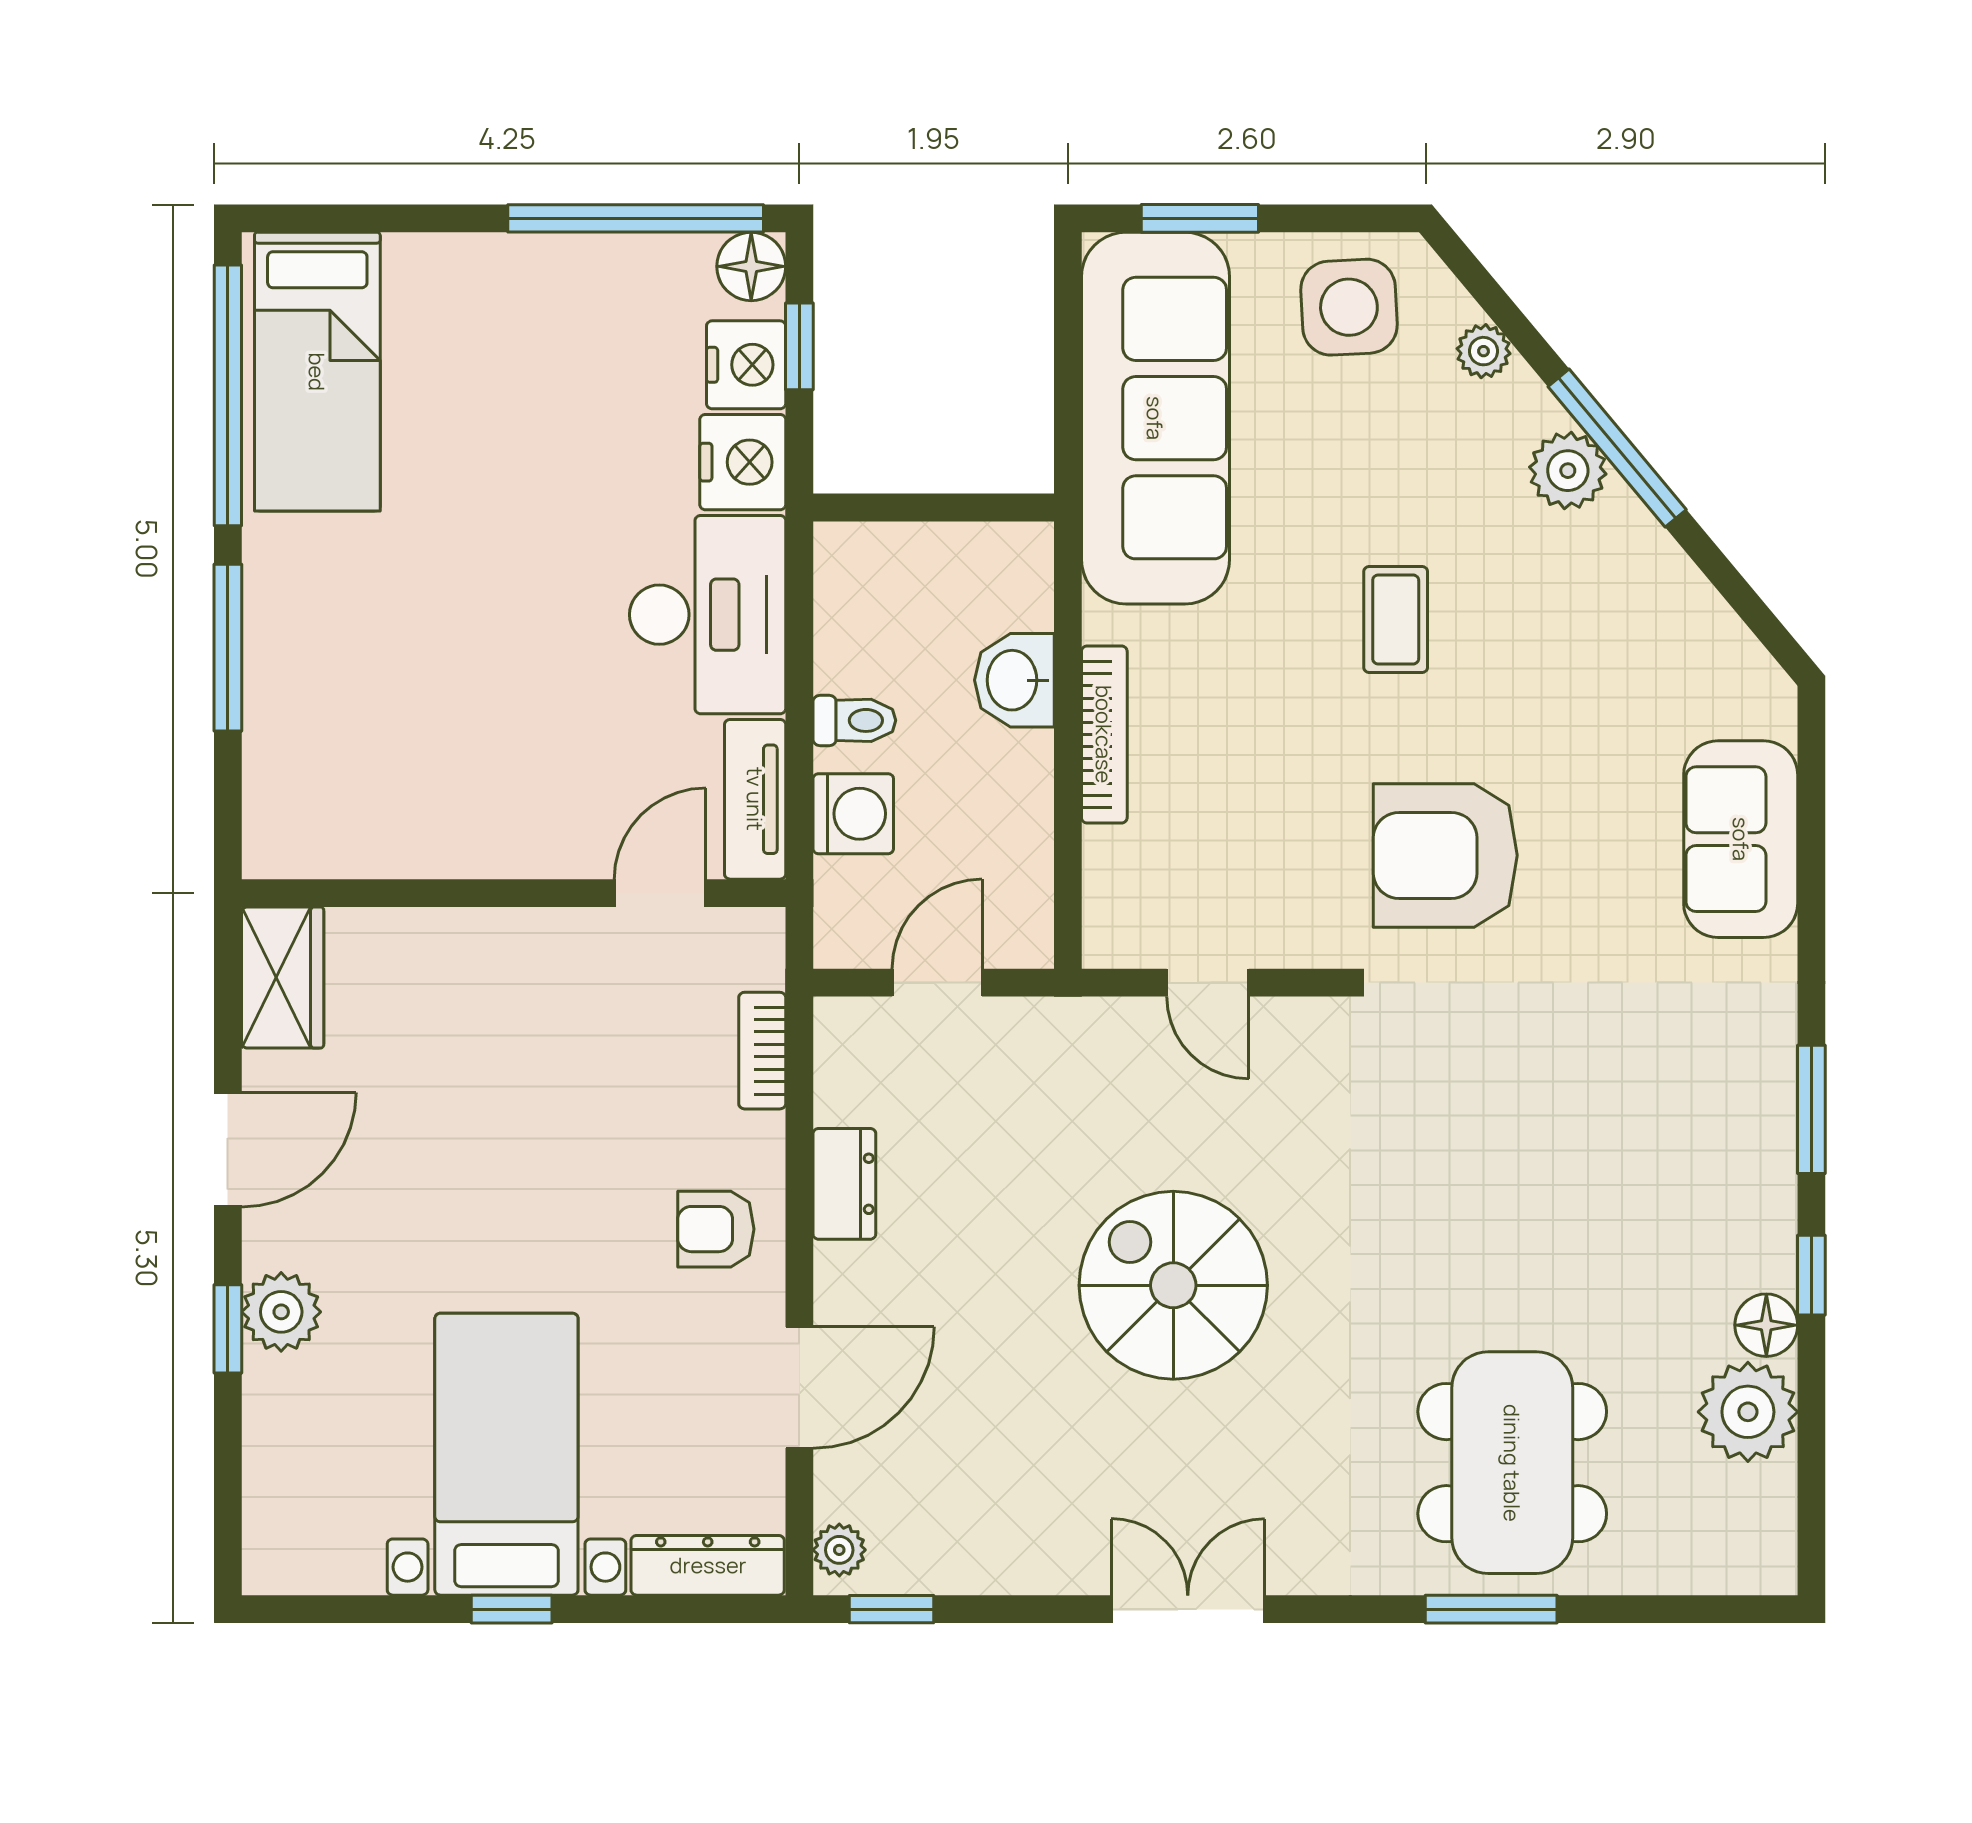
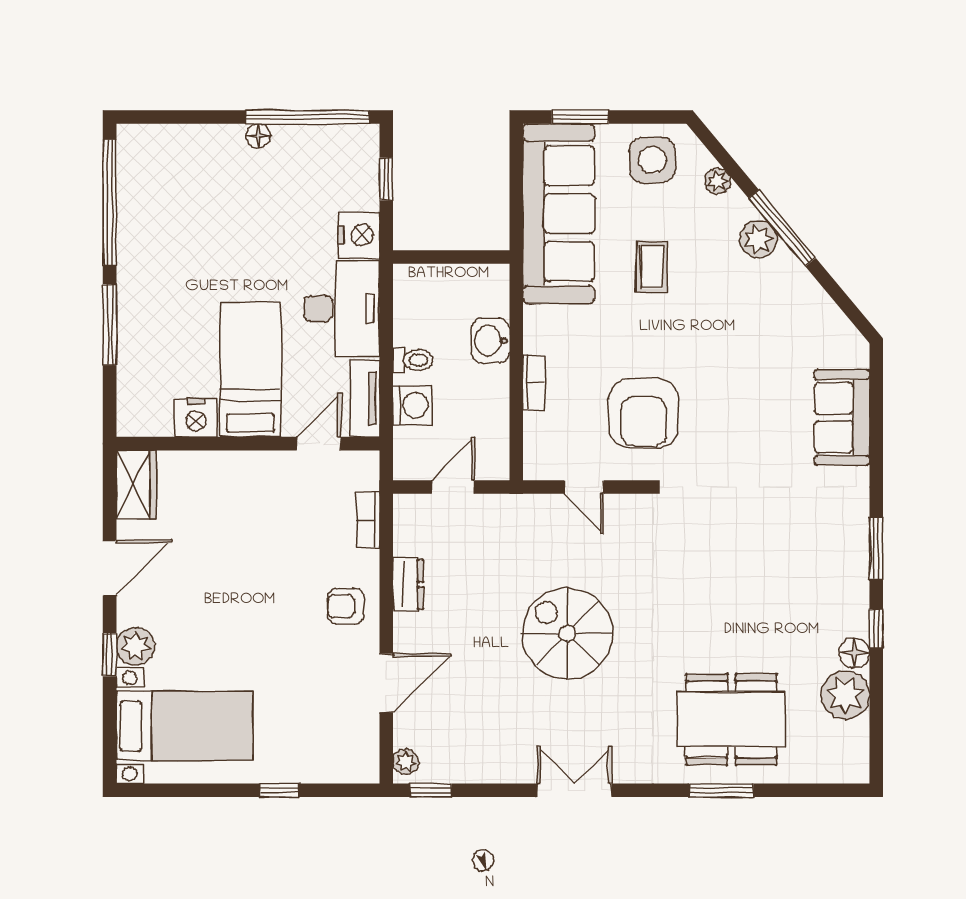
floor lamp: (751, 266) -> (258, 136), moved, width x0.73, depth x0.73
nightstand: (746, 365) -> (196, 418), moved, turned 90
bed: (317, 372) -> (250, 369), moved, turned 180
coffee table: (1396, 619) -> (652, 267), moved
bookcase: (1104, 734) -> (534, 382), width x0.64
armchair: (1445, 855) -> (644, 413), moved, turned -90
bed with nightstands: (506, 1454) -> (185, 726), moved, turned 90
dining table: (1512, 1463) -> (731, 719), turned 90
dresser: (708, 1565) -> (342, 769), removed
window: (512, 1609) -> (279, 790), moved

